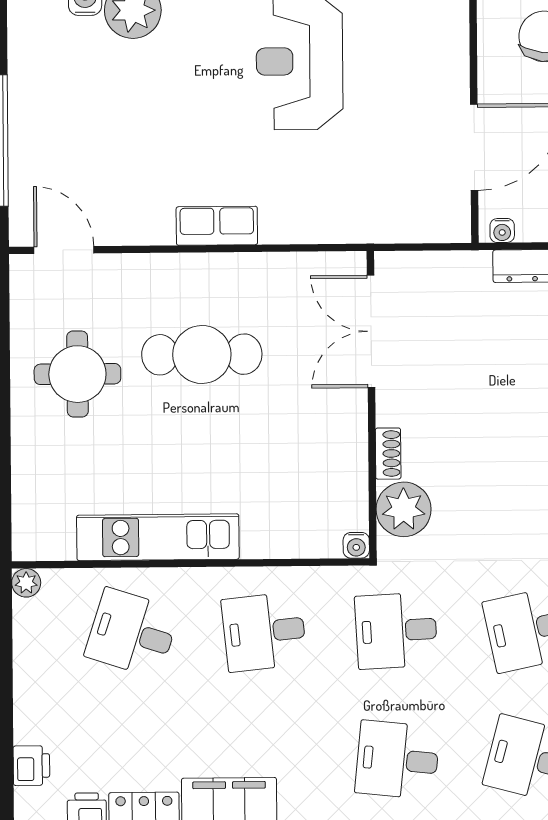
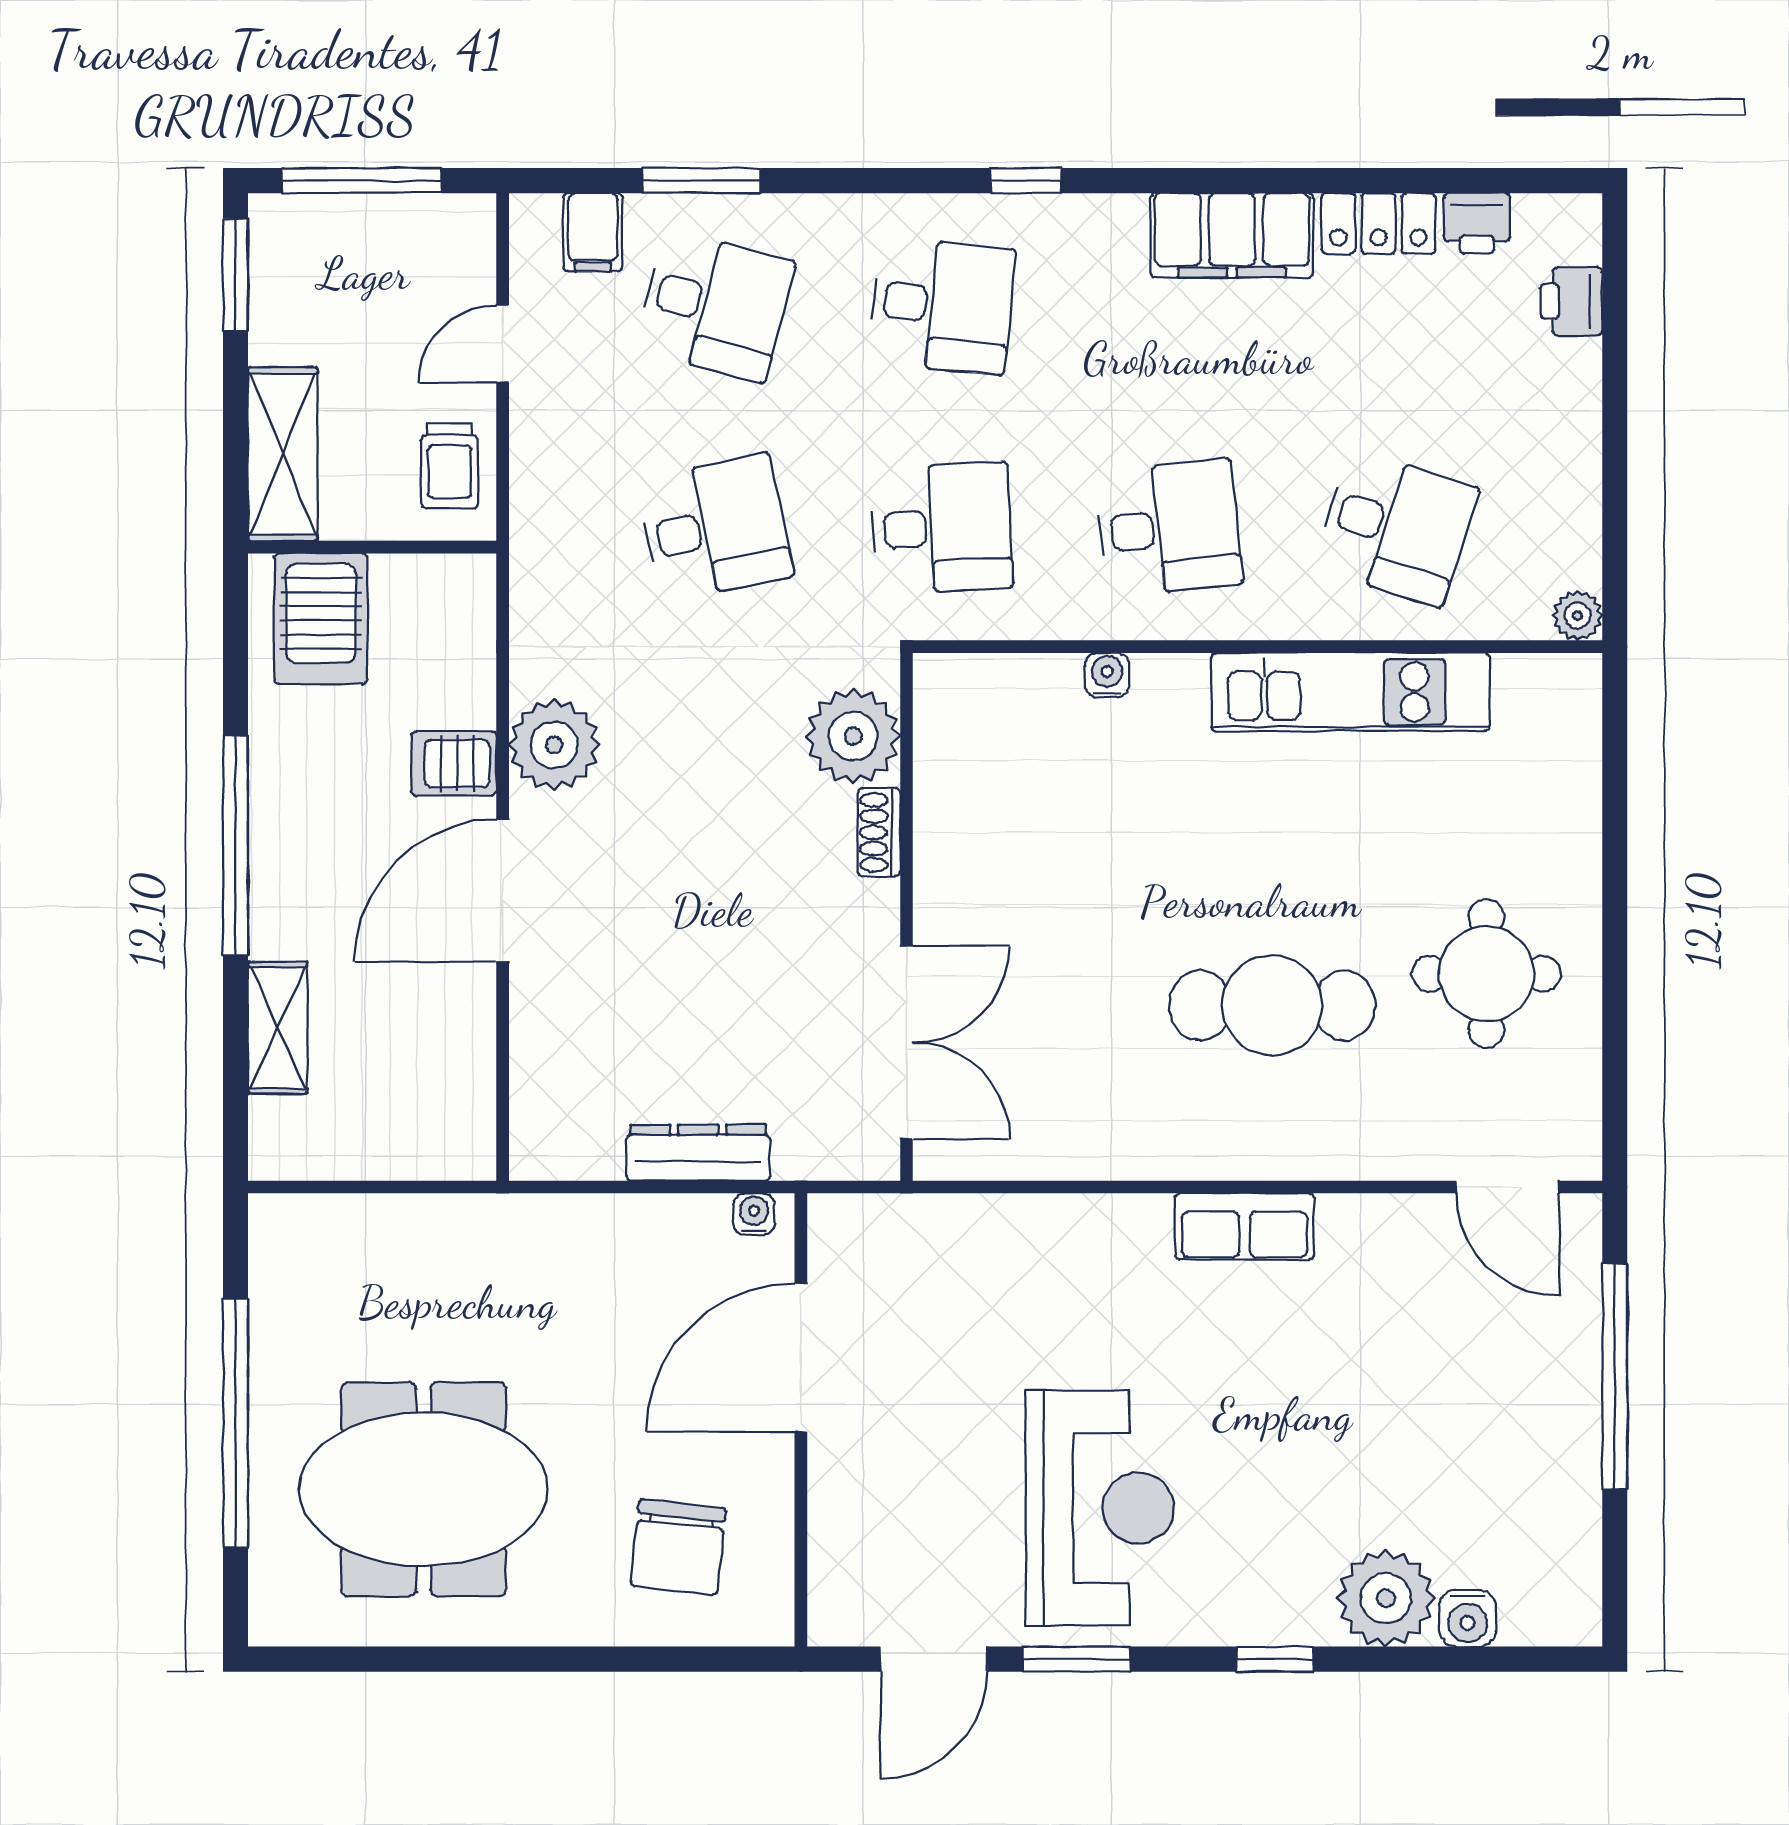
double door: (371, 331) -> (907, 1043), moved
wall: (372, 405) -> (907, 917), moved
shoe rack: (388, 454) -> (879, 832), moved
plant: (404, 509) -> (853, 736), moved
water cooler: (356, 545) -> (1107, 675), moved

